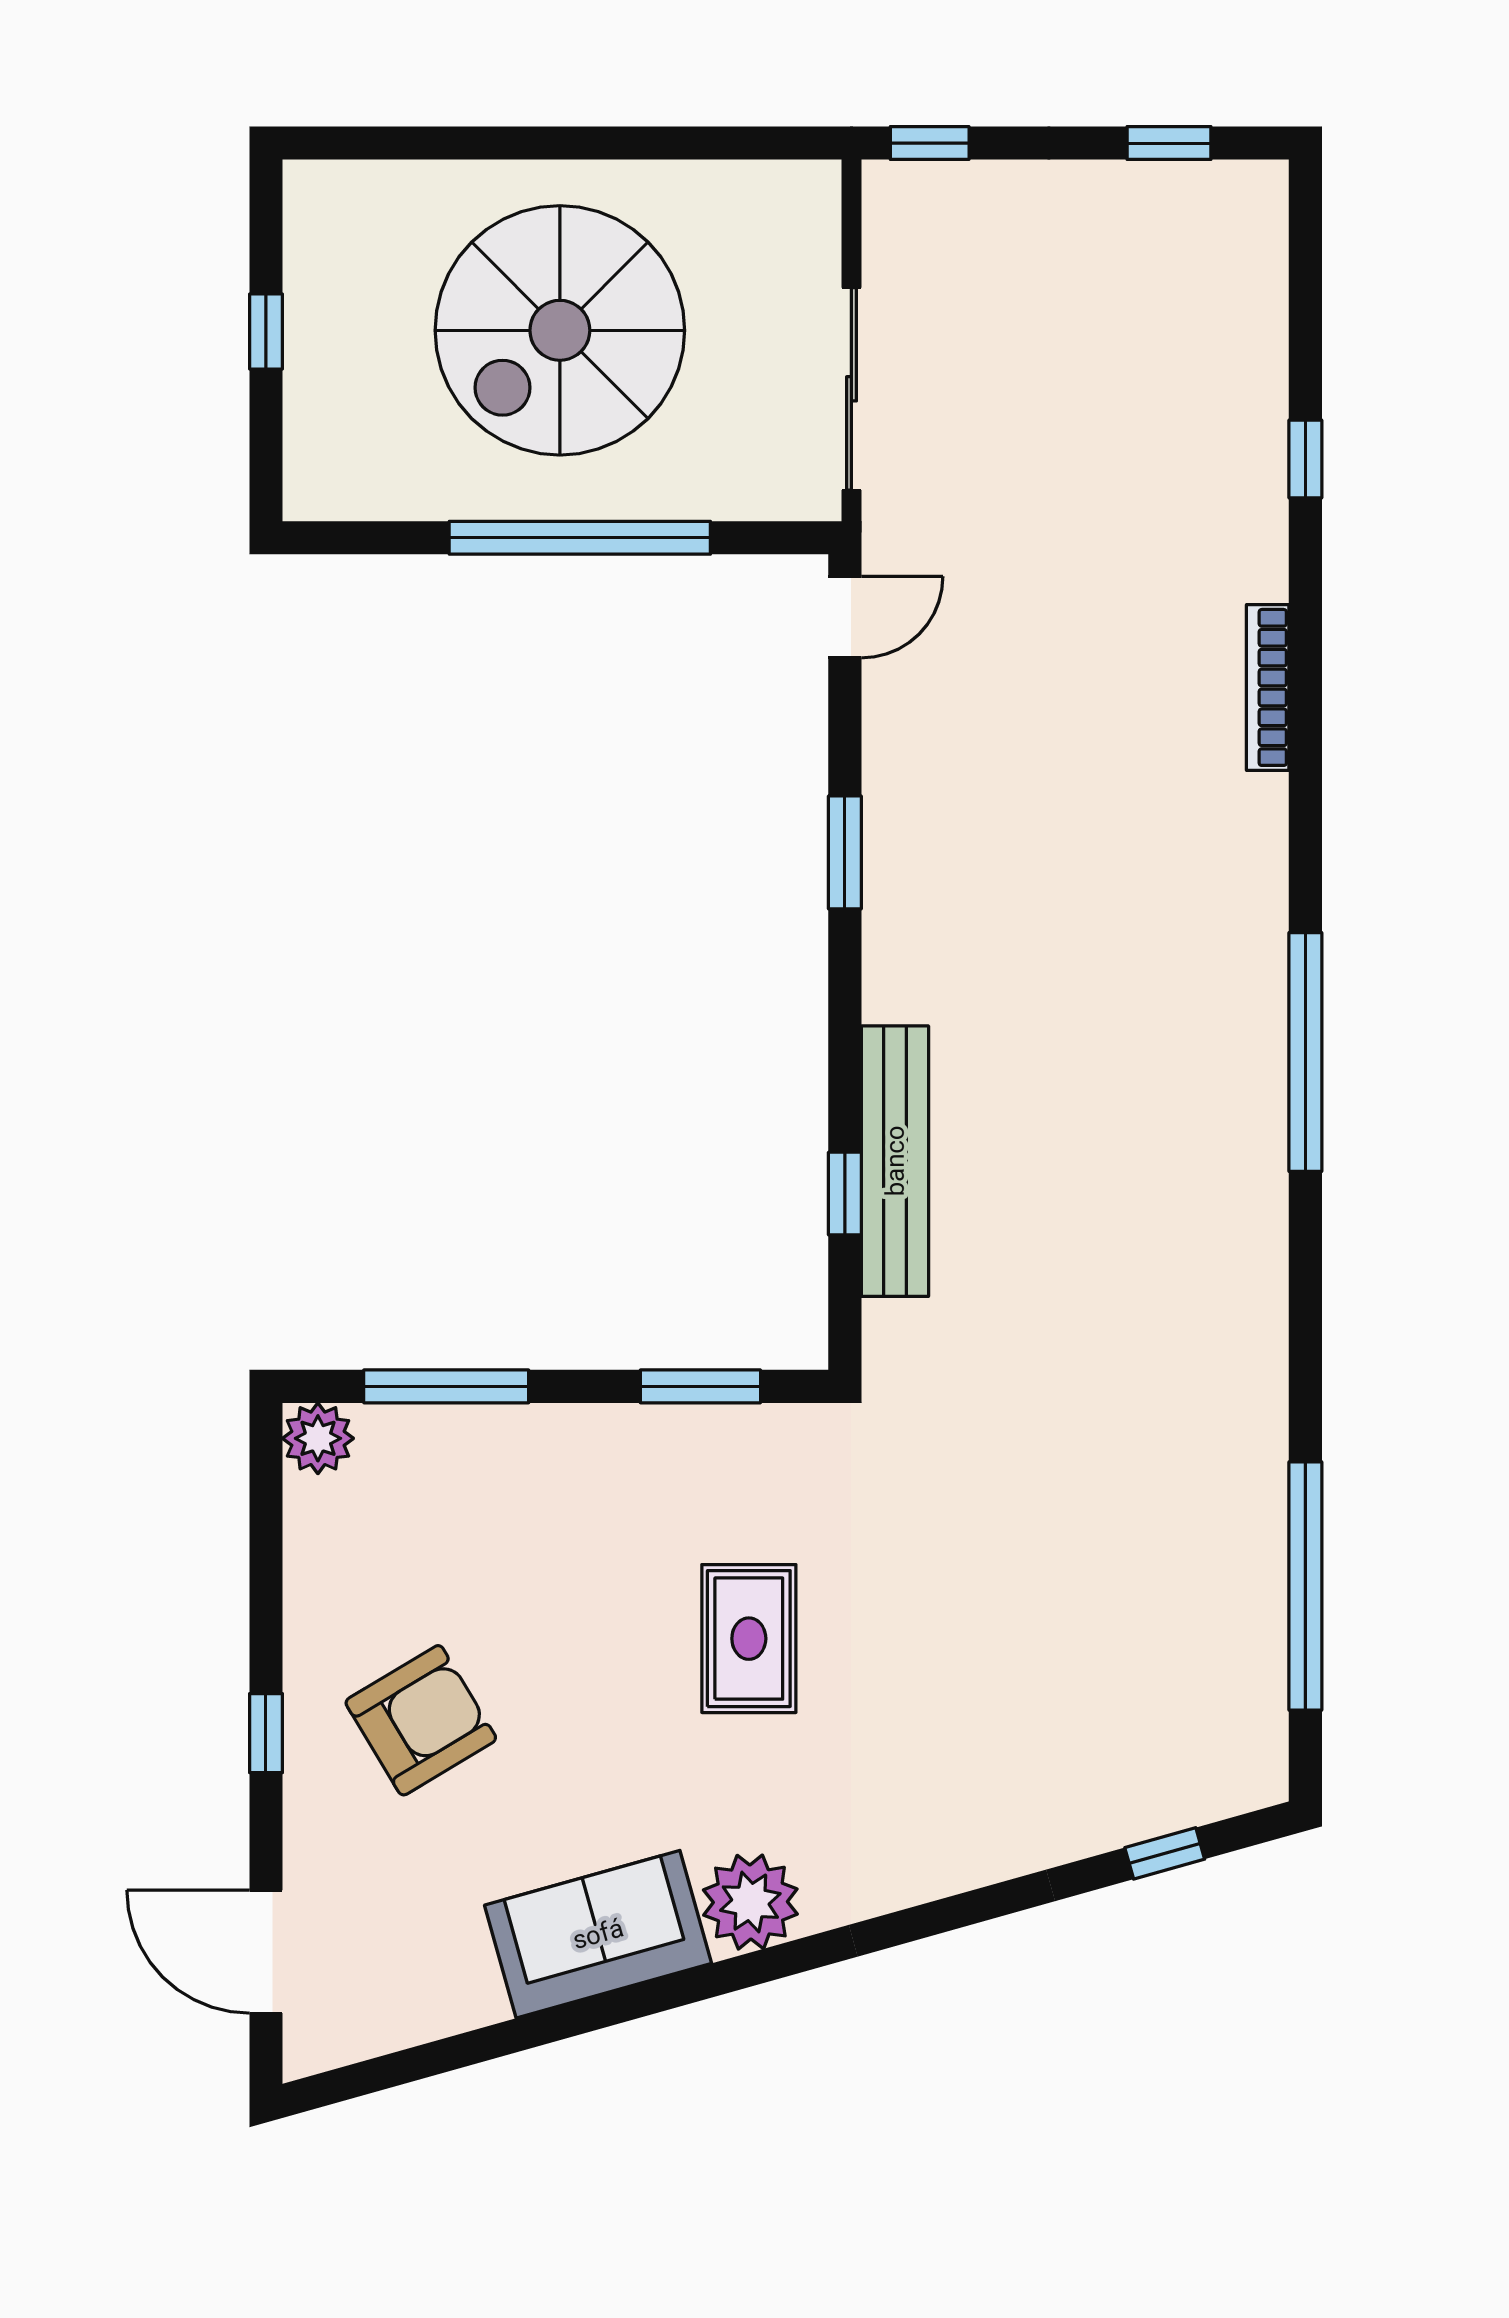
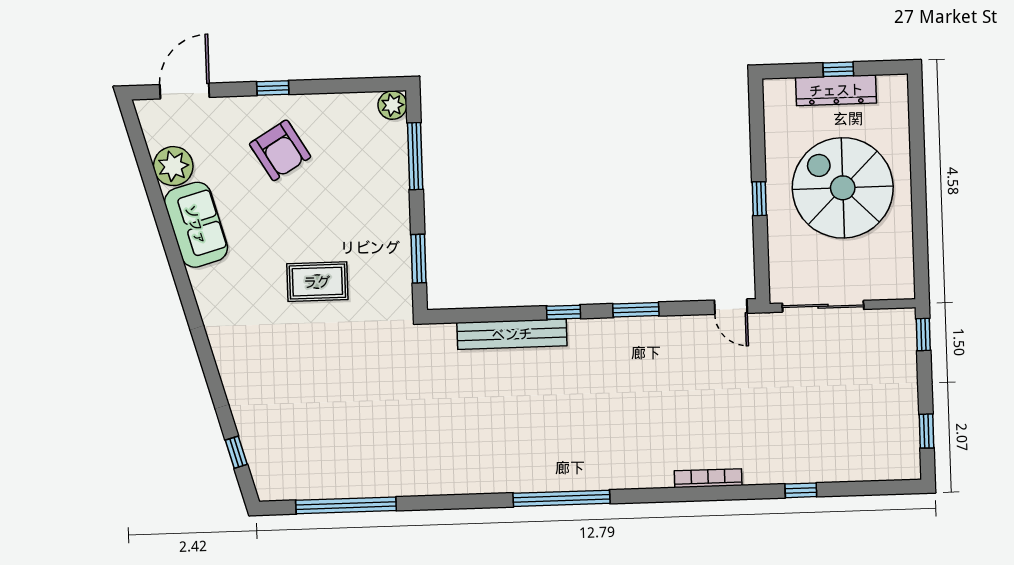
dresser: (318, 339) -> (836, 90), added
window: (580, 538) -> (759, 199), width x0.32
window: (845, 1194) -> (564, 312), moved
plant: (750, 1902) -> (173, 166), moved

